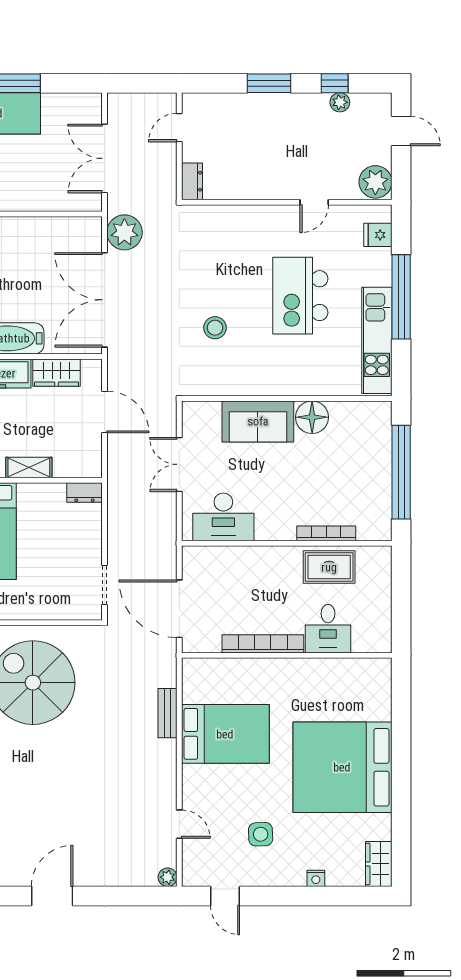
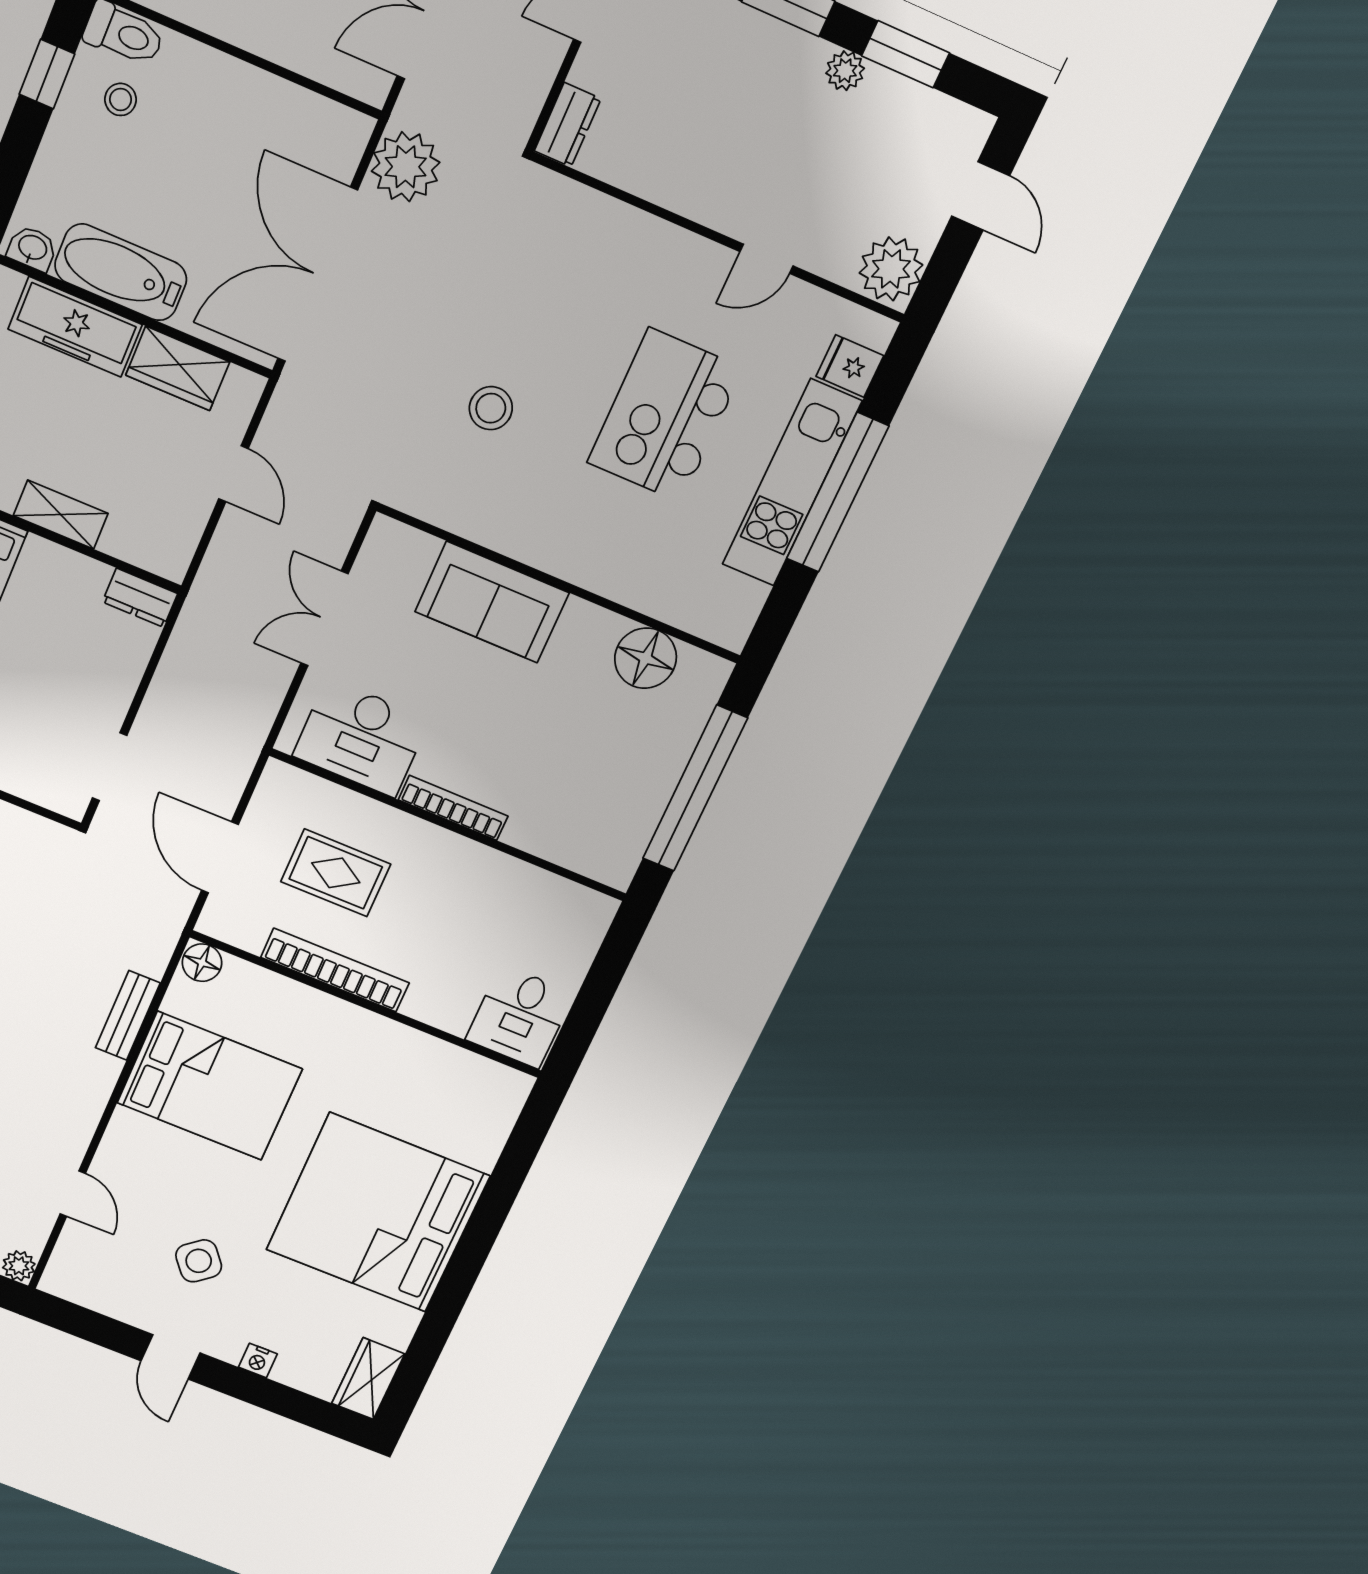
window: (335, 83) -> (906, 54), width x1.50
plant: (340, 102) -> (845, 71), moved
kitchen unit: (377, 340) -> (792, 483), moved
door: (105, 412) -> (233, 474), width x0.73
floor lamp: (312, 417) -> (646, 658), moved
bookcase: (326, 533) -> (453, 808), moved
rug: (329, 567) -> (336, 873), moved
door: (179, 609) -> (220, 857), width x0.73
desk: (328, 629) -> (520, 1017), moved
floor lamp: (194, 669) -> (202, 963), added
side table: (261, 834) -> (199, 1261), turned -37
door: (225, 896) -> (170, 1357), moved

